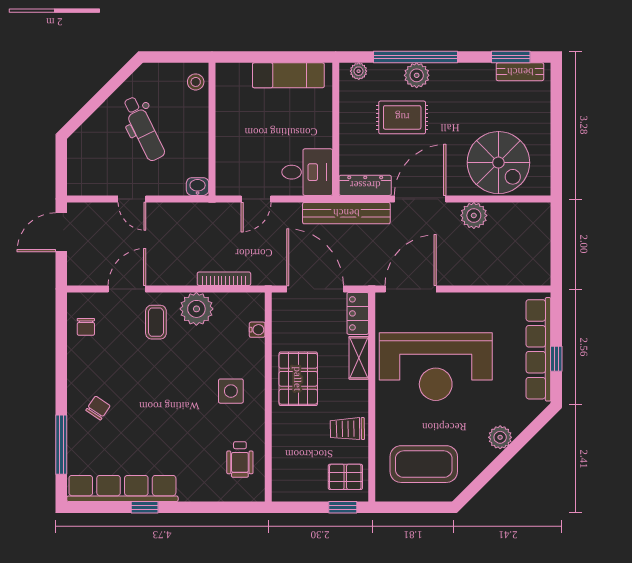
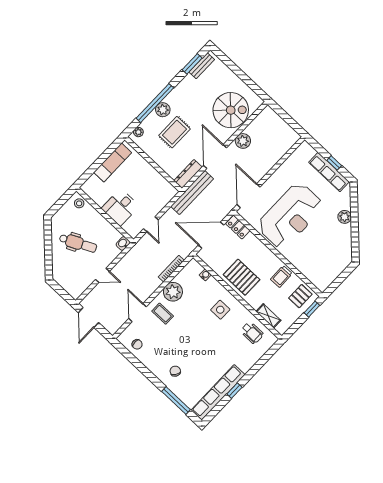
desk: (307, 172) -> (120, 207), moved, turned 180
row of seats: (538, 349) -> (329, 172), width x0.73
shelving: (359, 358) -> (268, 316), moved
coffee table: (424, 464) -> (326, 259), removed

